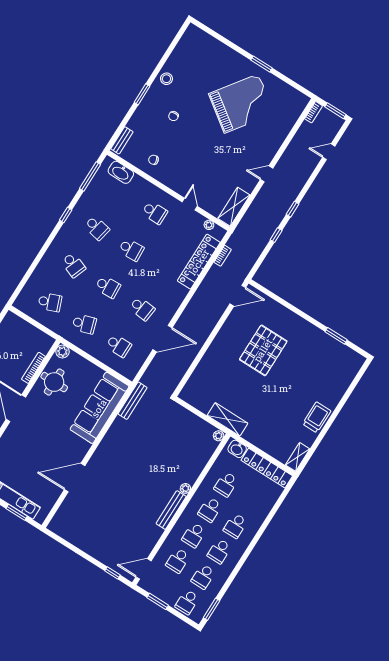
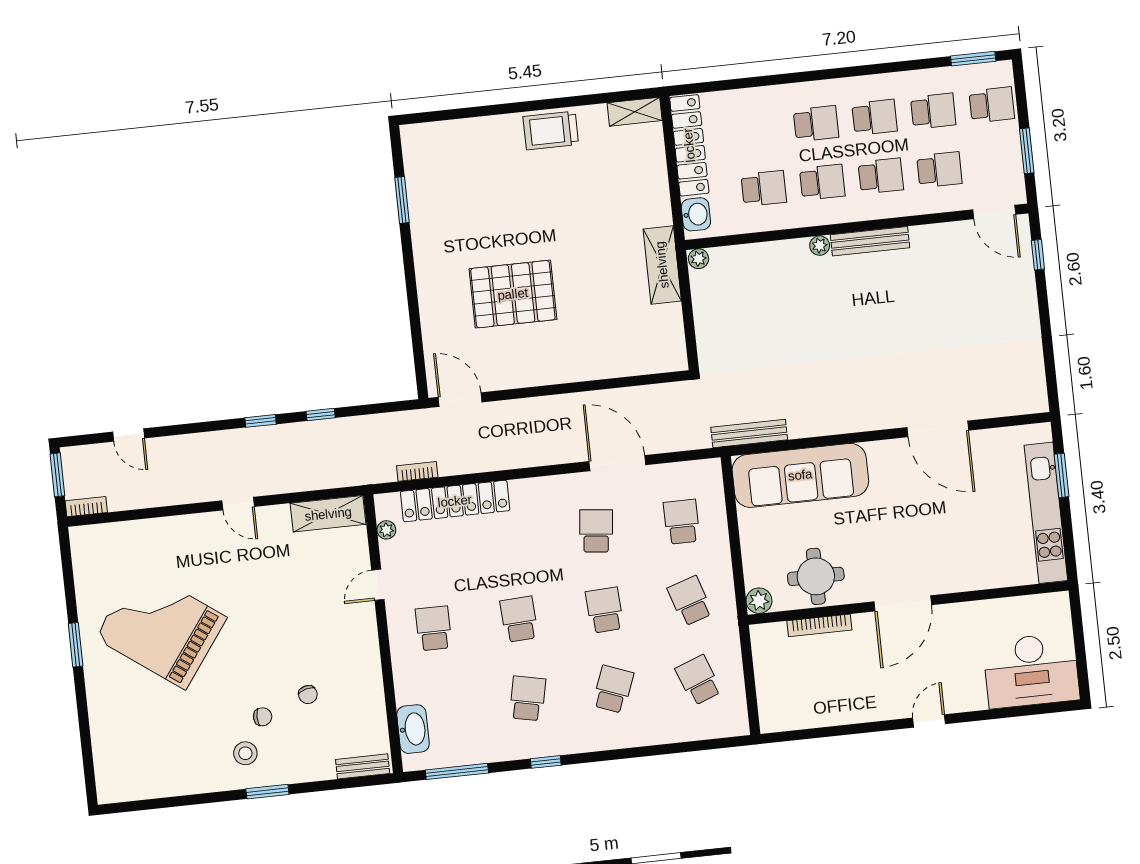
stool: (166, 79) -> (245, 753), moved
chair: (154, 160) -> (308, 695), moved

